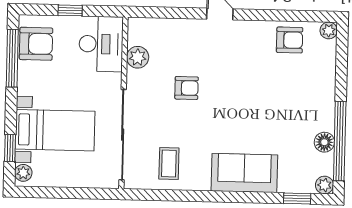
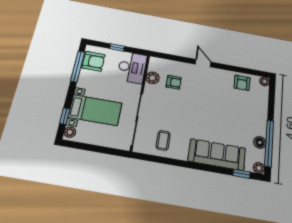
armchair: (290, 40) -> (242, 83), turned 90
armchair: (187, 88) -> (174, 82), moved
sofa: (244, 173) -> (217, 155), width x1.36

